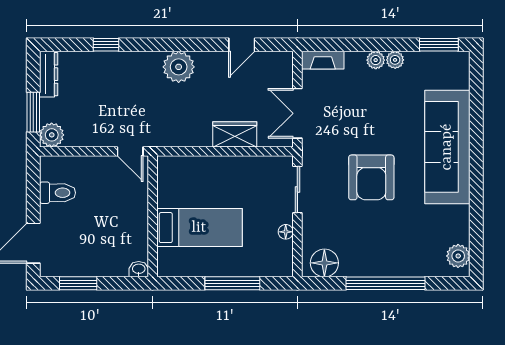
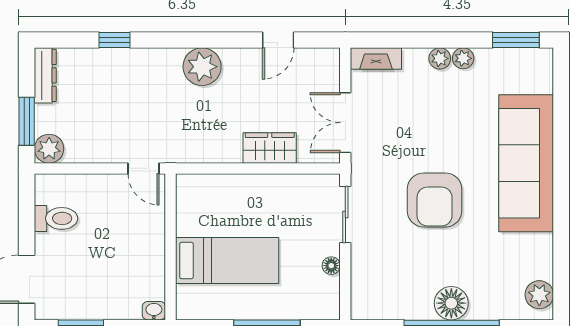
floor lamp: (324, 263) -> (451, 303), moved

